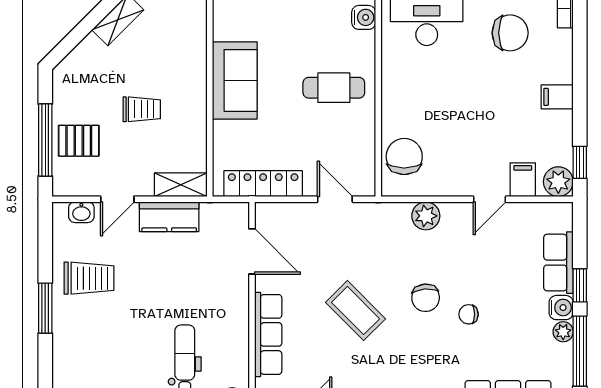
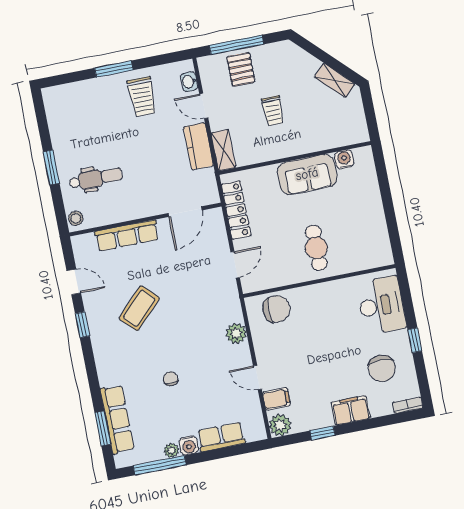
water cooler: (364, 17) -> (344, 159), moved, turned 180
filing cabinet: (557, 97) -> (351, 410), width x2.00
window: (580, 162) -> (322, 433), moved
window: (580, 285) -> (208, 456), removed
chair: (426, 298) -> (176, 345), removed
coffee table: (356, 311) -> (139, 308), moved

